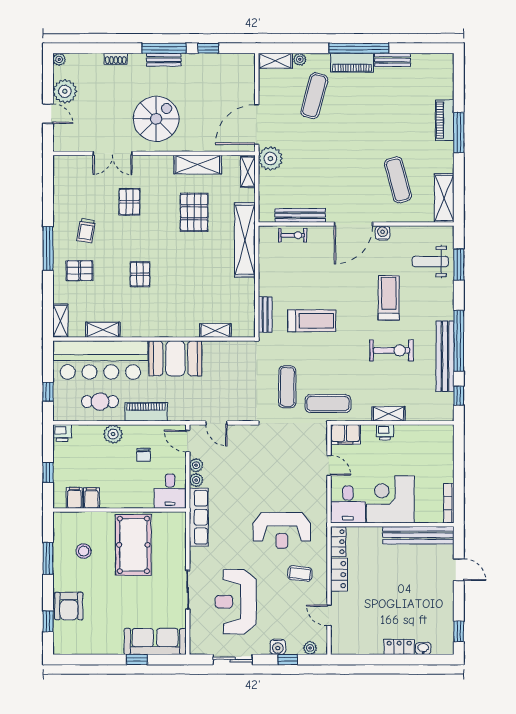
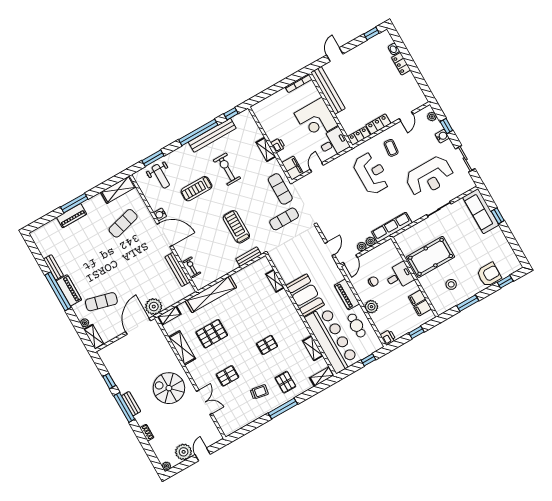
door: (257, 125) -> (138, 326), swing flipped
desk: (170, 491) -> (399, 276), moved

